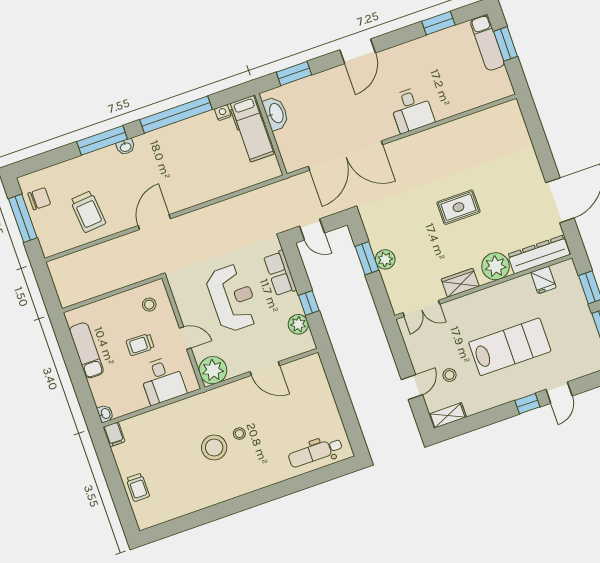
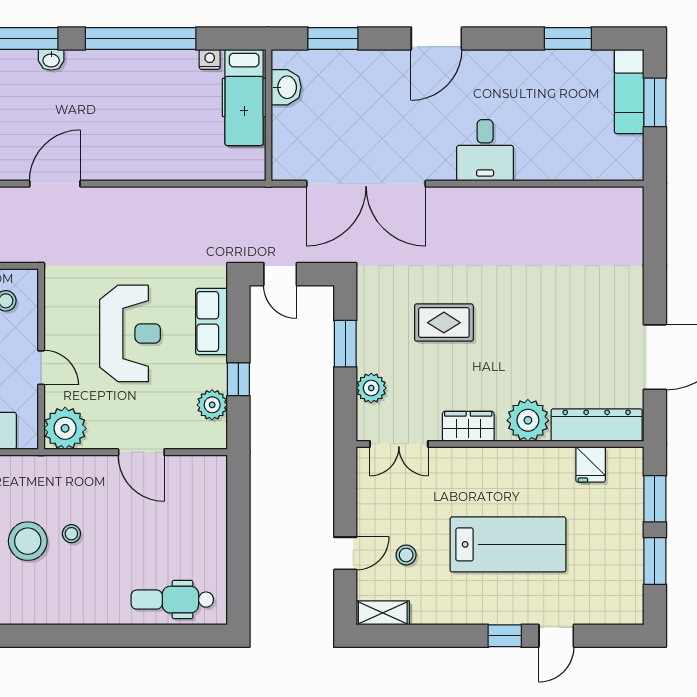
washbasin: (276, 113) -> (286, 87), width x0.72
rug: (458, 207) -> (444, 323), moved
plant: (385, 259) -> (371, 388), moved

